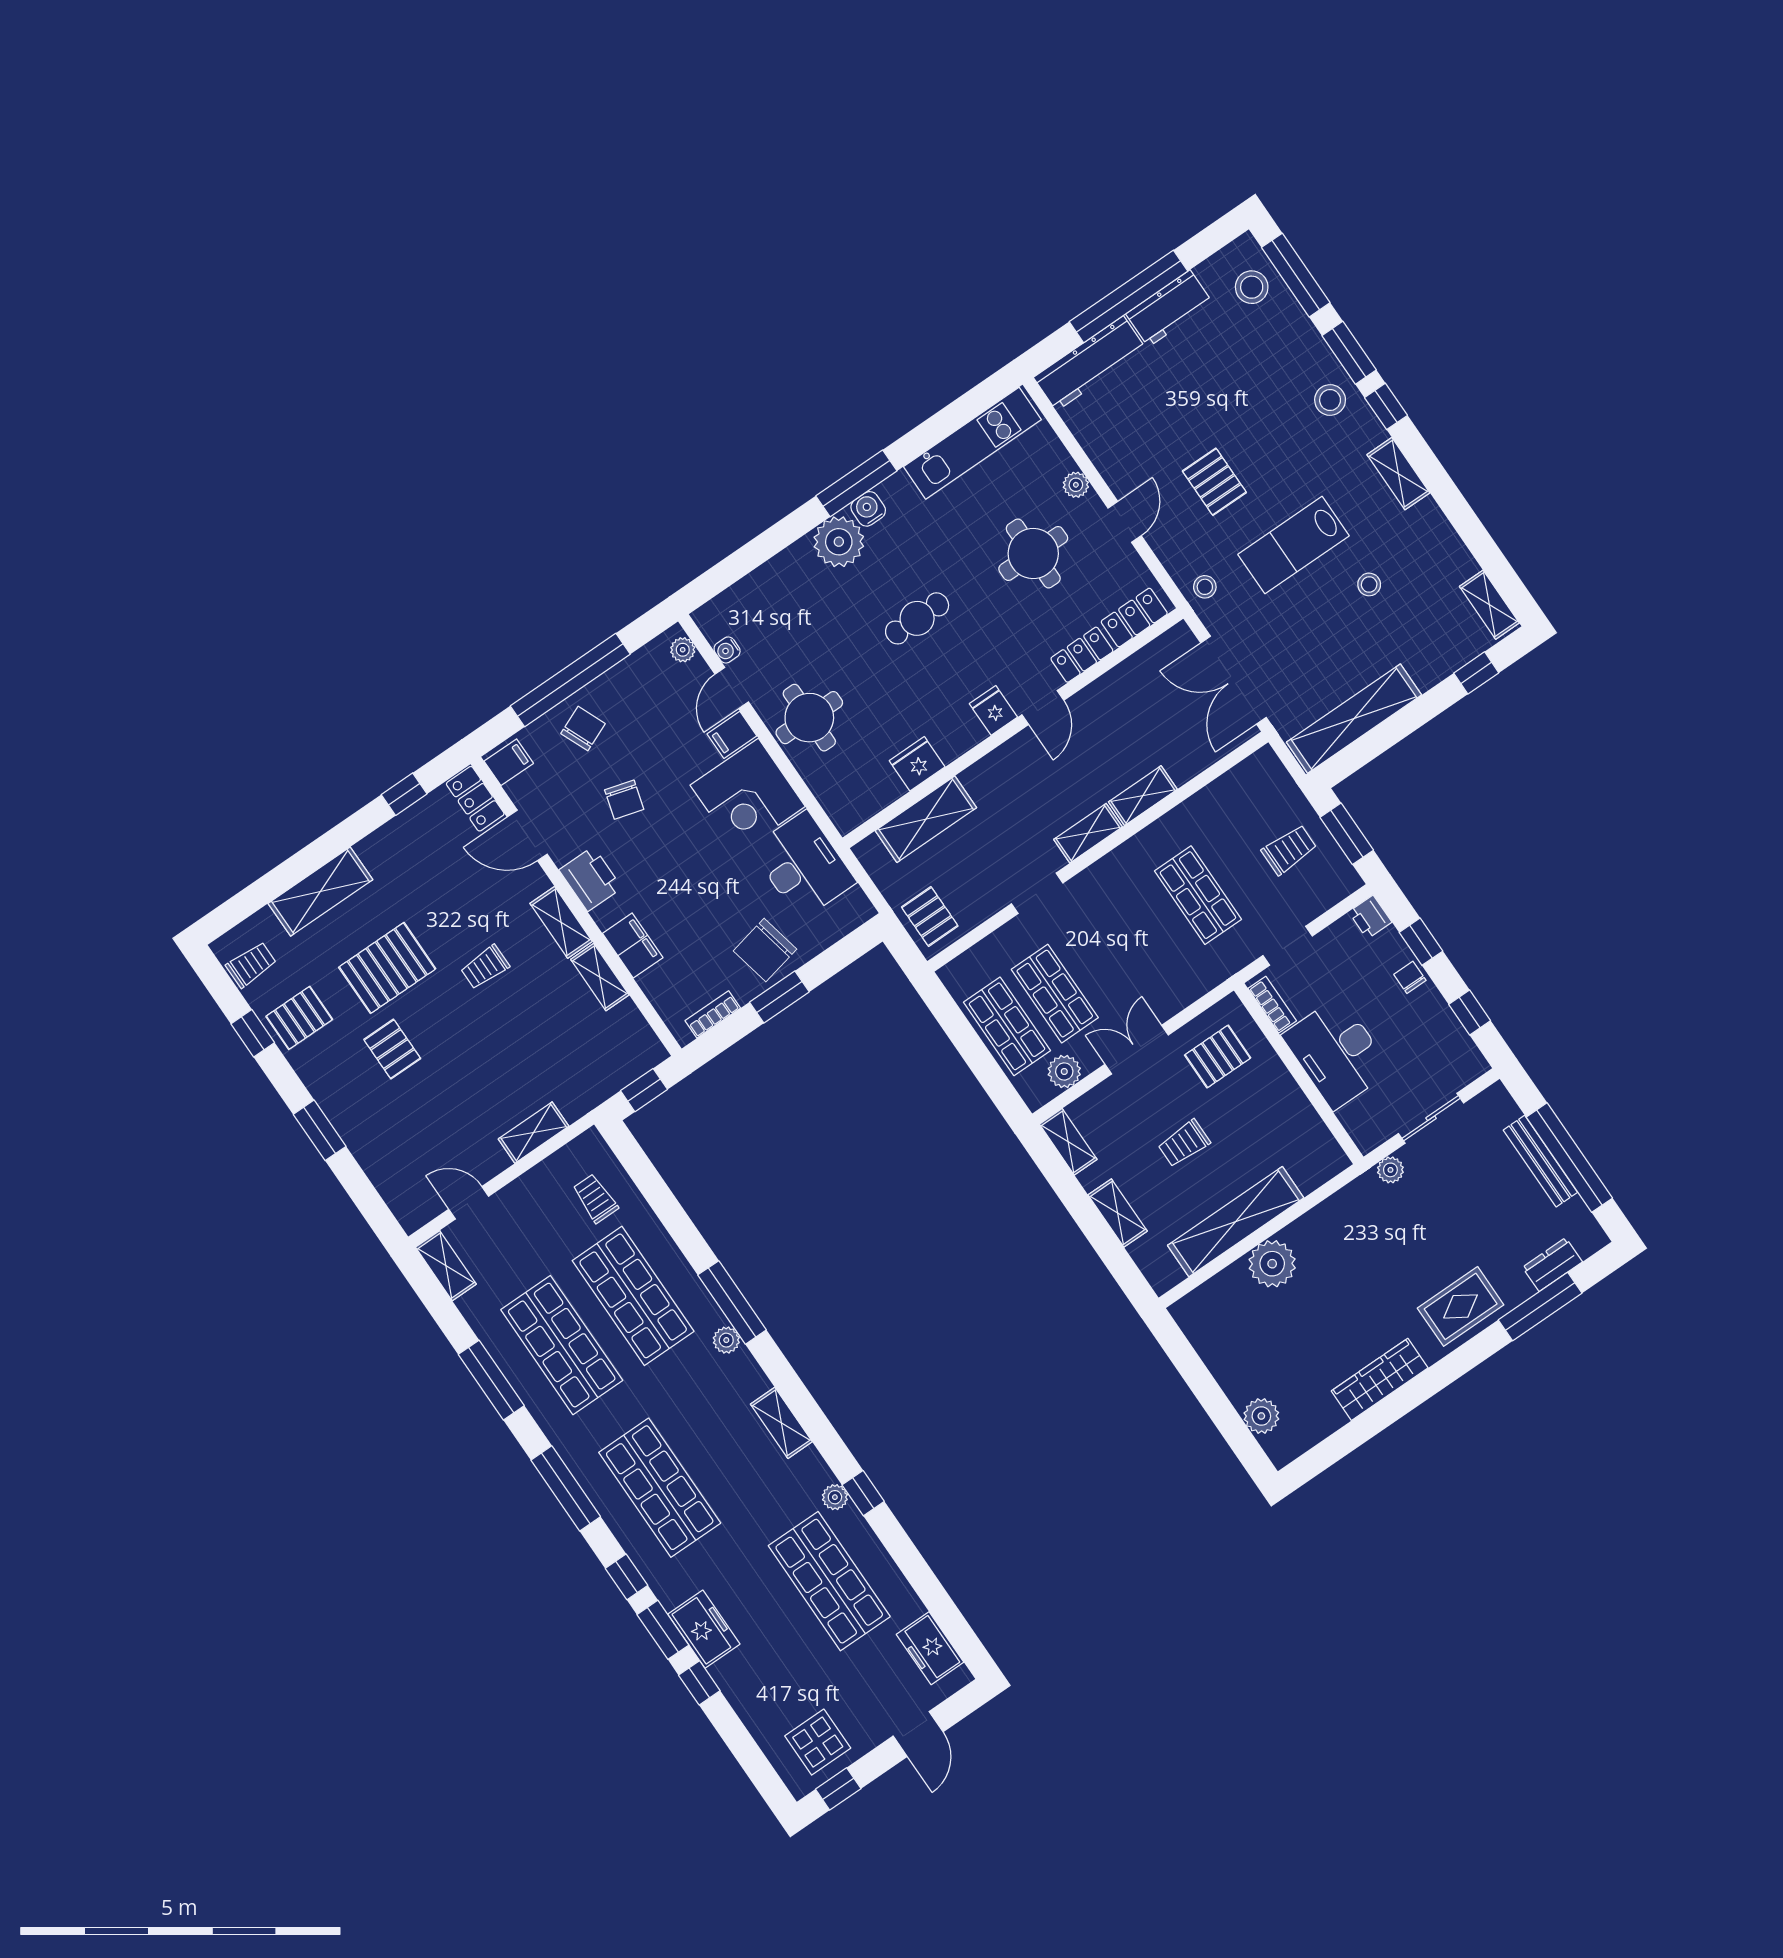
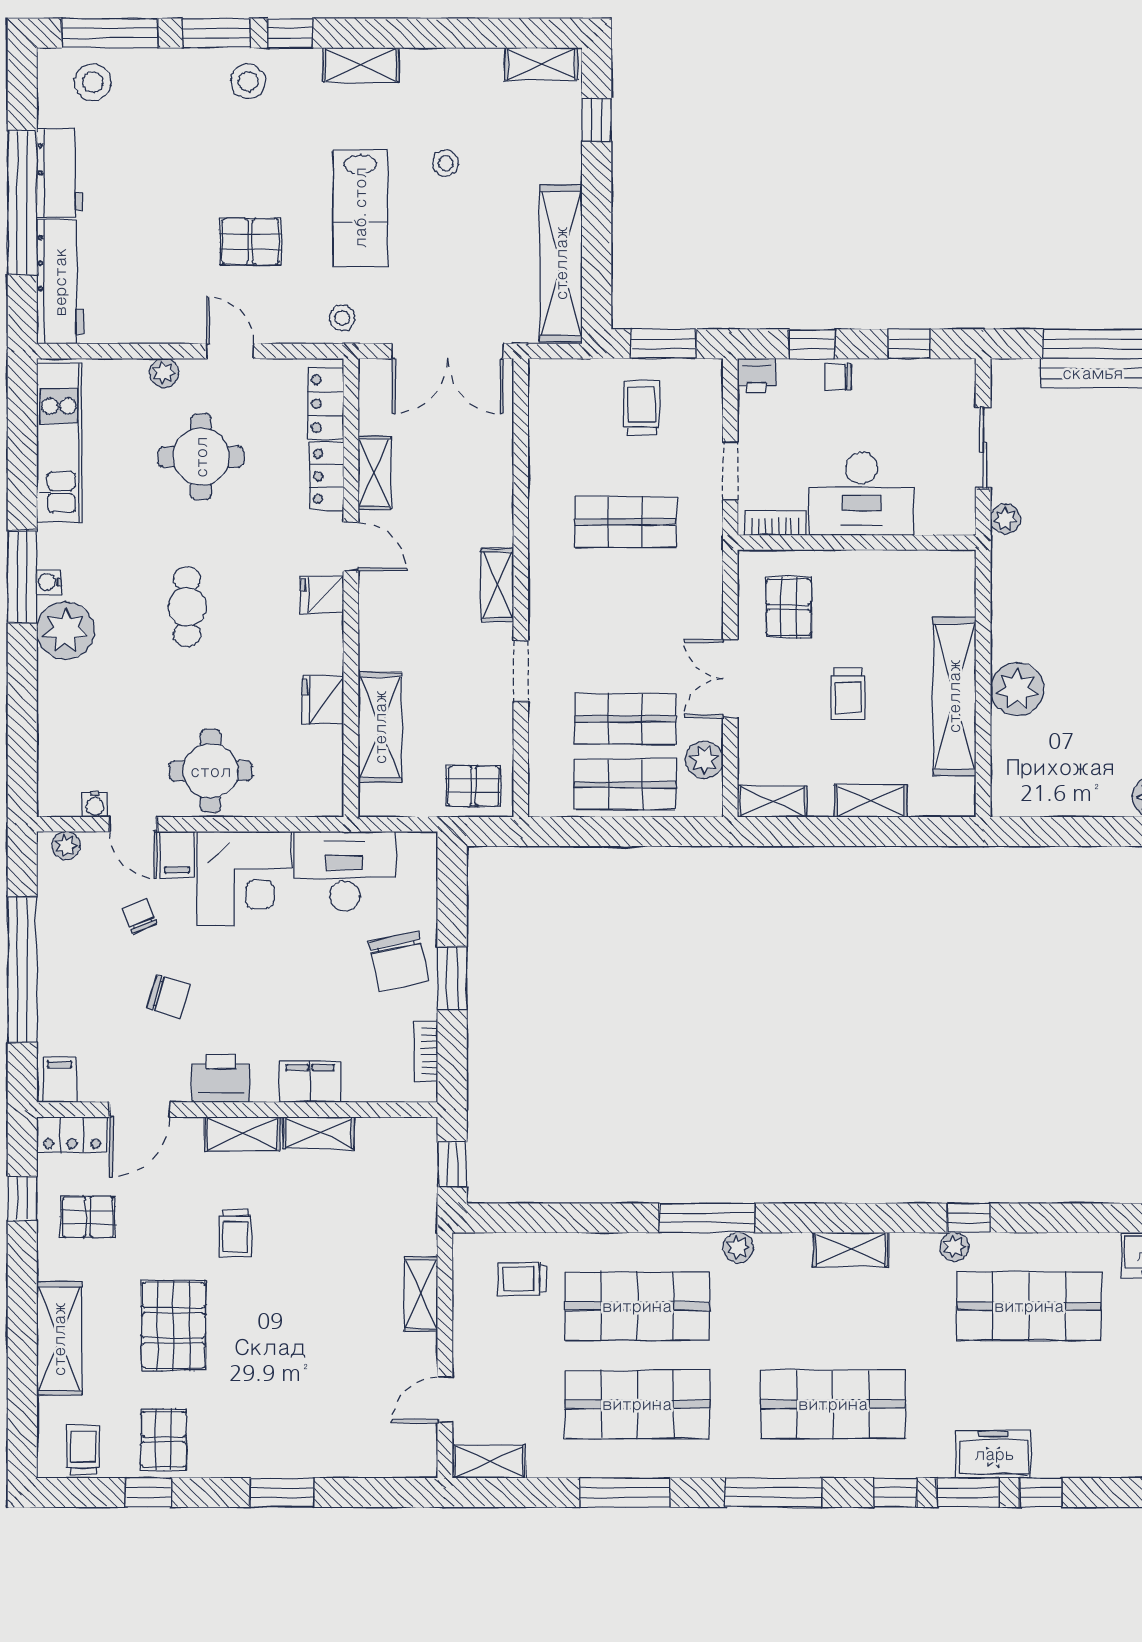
water cooler: (868, 509) -> (49, 582), width x0.72, depth x0.72
chair: (583, 729) -> (139, 916), moved, width x0.73, depth x0.73
shelving: (1143, 796) -> (374, 473), moved
pallet: (392, 1049) -> (88, 1217), moved

